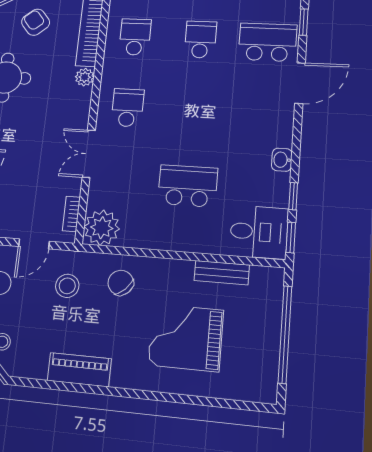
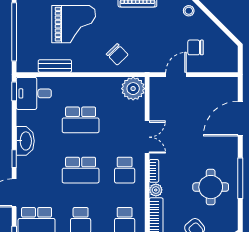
school desk: (194, 111) -> (81, 170), added
washbasin: (282, 160) -> (25, 141), width x1.91, depth x1.45
window: (293, 196) -> (14, 159), moved
bookcase: (71, 214) -> (154, 171), moved
stool: (67, 286) -> (151, 49), removed

